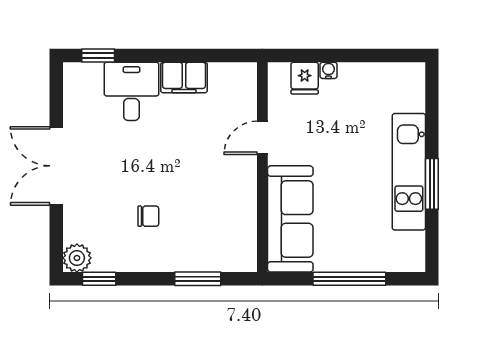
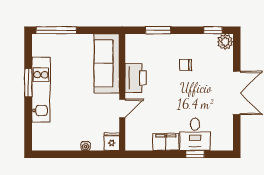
window: (98, 55) -> (195, 154), moved
fridge: (305, 78) -> (112, 142), moved
printer: (238, 193) -> (136, 78), added
window: (349, 279) -> (56, 30), moved

